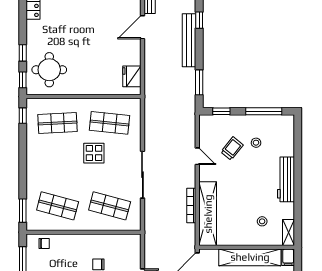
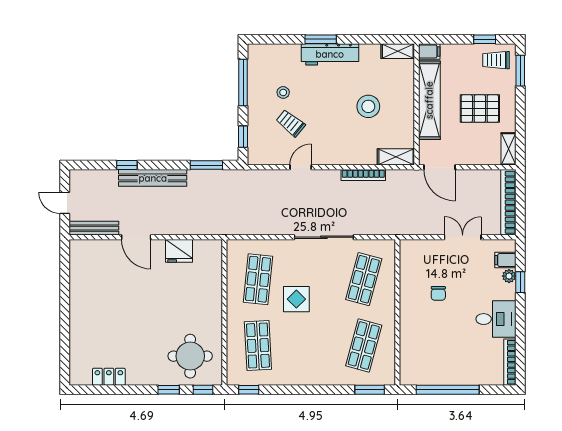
fridge: (132, 76) -> (179, 251), moved
window: (298, 172) -> (321, 39), added
shelving: (208, 214) -> (396, 157), width x0.45, depth x0.75
stool: (262, 221) -> (368, 106), moved, width x1.89, depth x1.89
chair: (44, 244) -> (412, 363), removed

